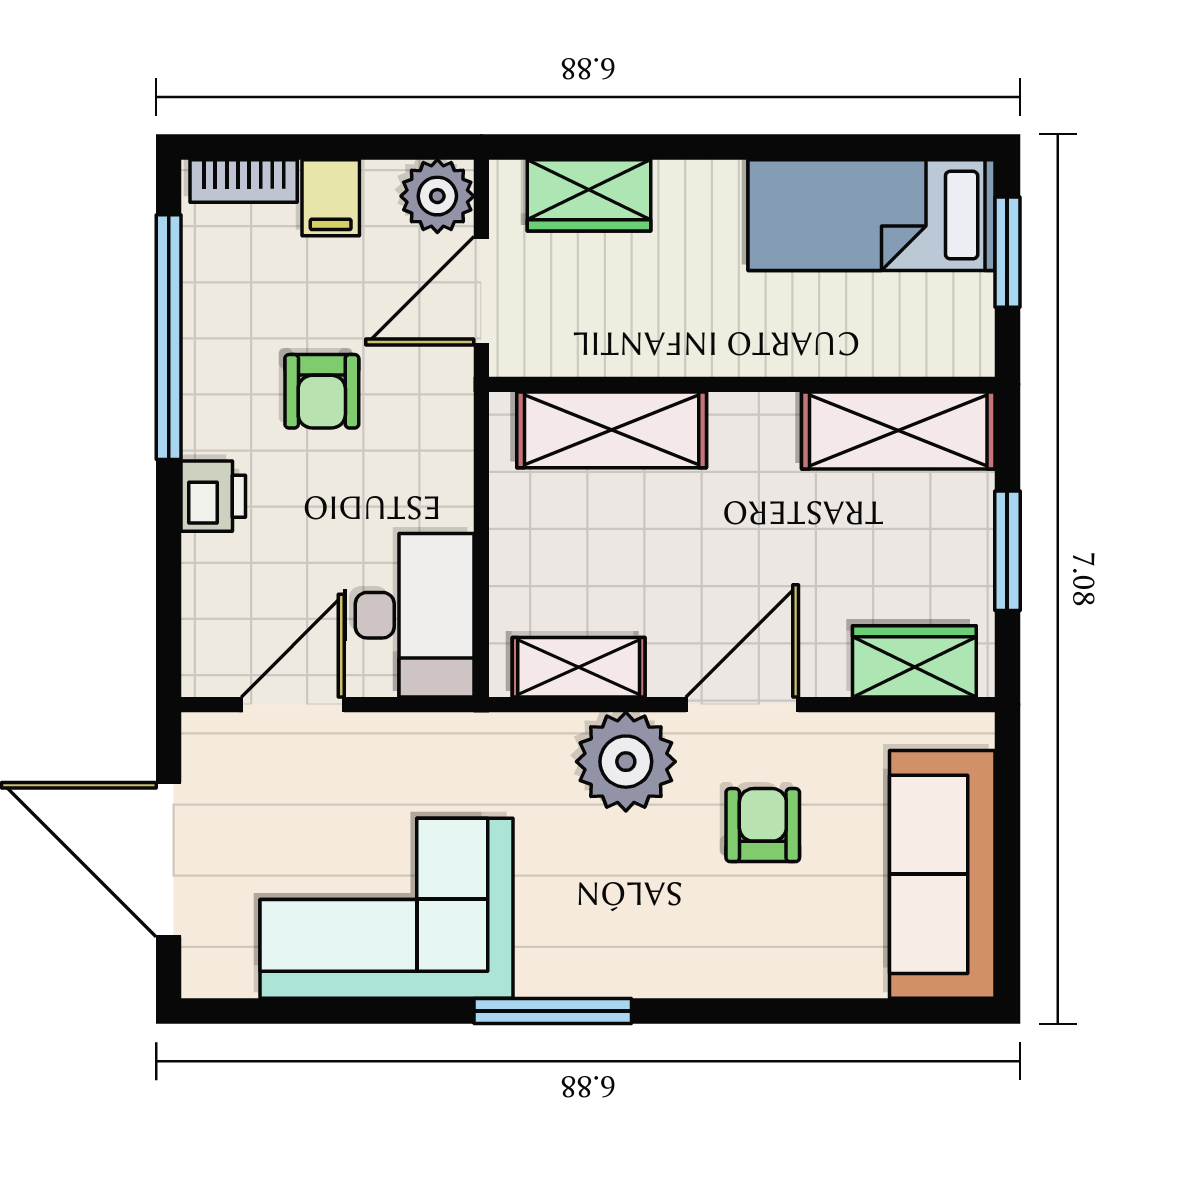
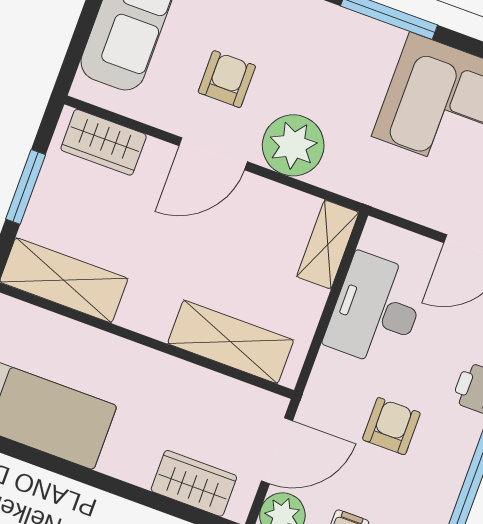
desk: (409, 615) -> (376, 310), moved
shelving: (579, 667) -> (328, 245), moved, turned 90
armchair: (763, 825) -> (227, 79), turned 180

